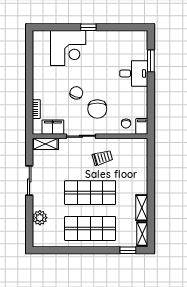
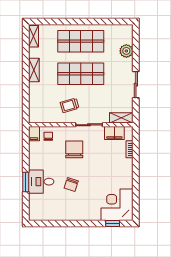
window: (88, 27) -> (113, 223), moved
corner desk: (68, 48) -> (117, 205), moved
window: (151, 61) -> (26, 182), moved
chair: (76, 93) -> (71, 185), moved
shelving: (142, 208) -> (34, 70), moved
window: (128, 250) -> (47, 21), removed

